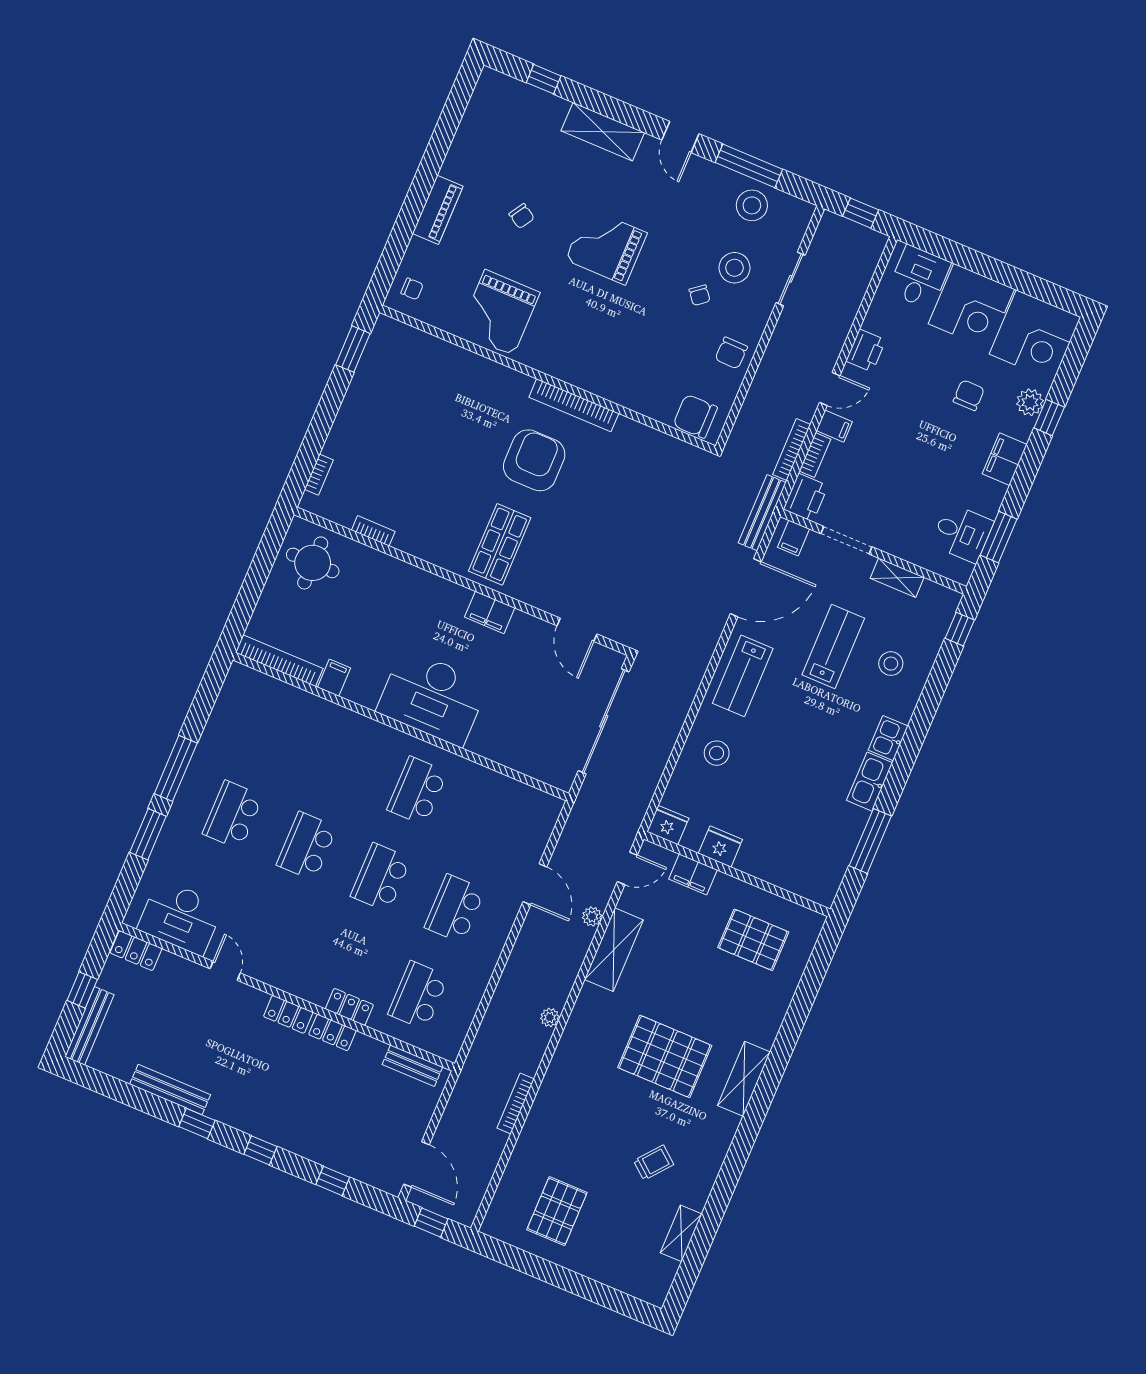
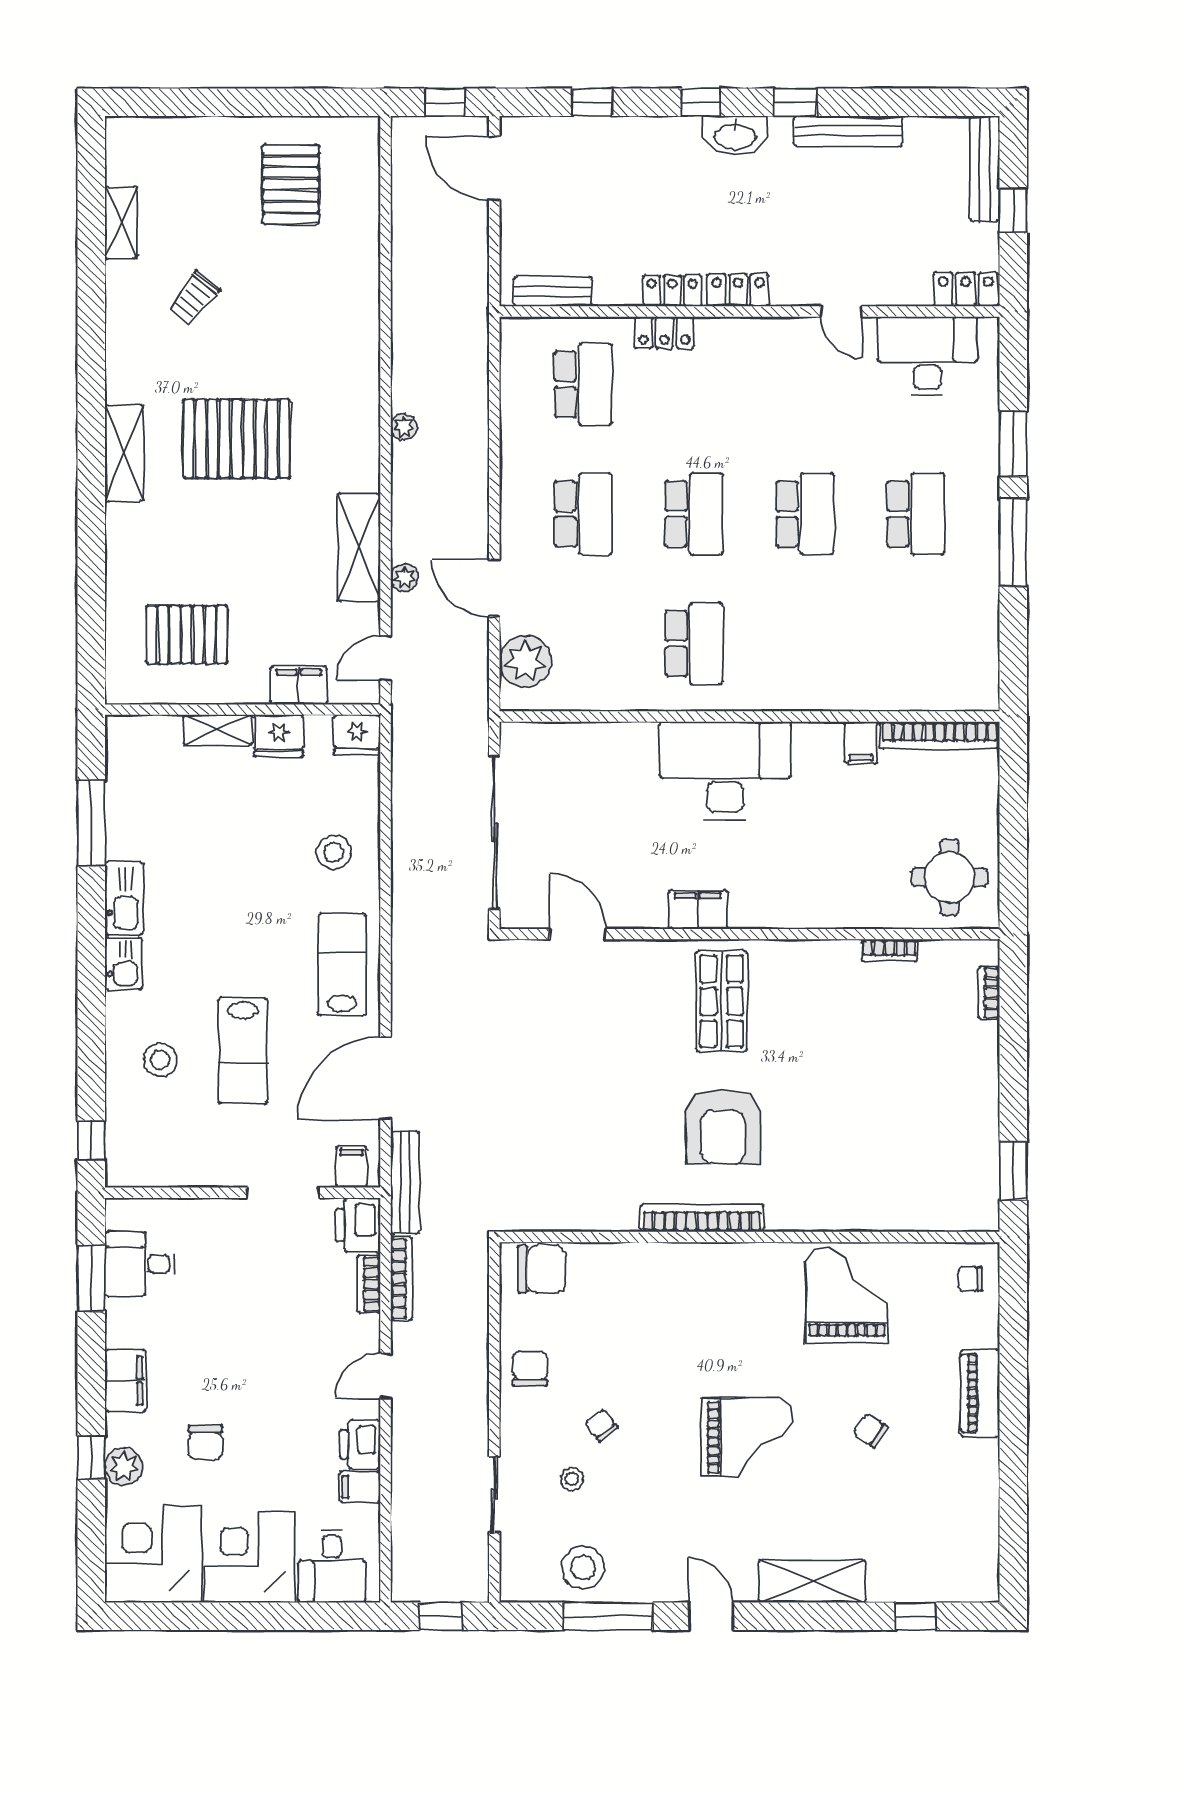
stool: (734, 268) -> (572, 1479), width x0.53, depth x0.53
filing cabinet: (834, 426) -> (360, 1487), moved
shelving: (897, 578) -> (218, 730), moved
plant: (535, 827) -> (525, 661), added
bookcase: (516, 1104) -> (401, 299), removed
washbasin: (247, 1118) -> (735, 136), added

